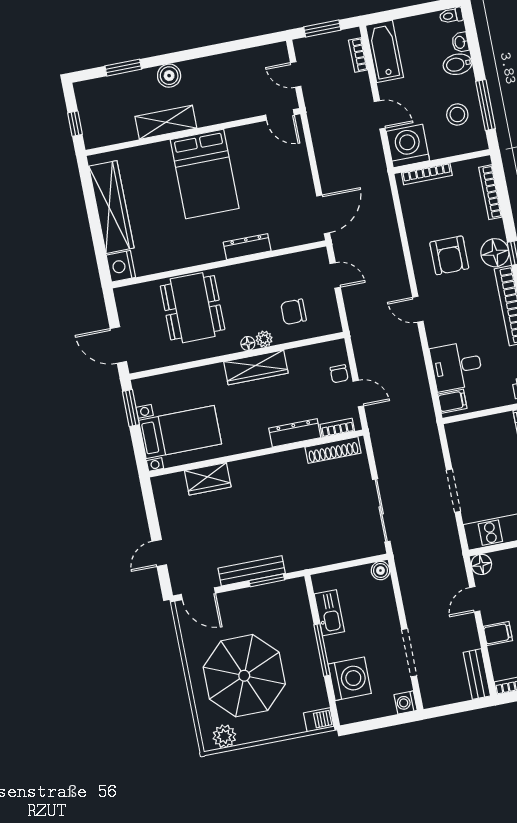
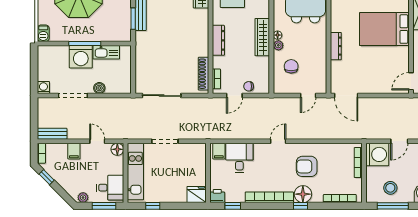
dresser: (295, 433) -> (218, 40), moved
boiler: (380, 571) -> (99, 88), moved
washing machine: (350, 679) -> (81, 57), moved

